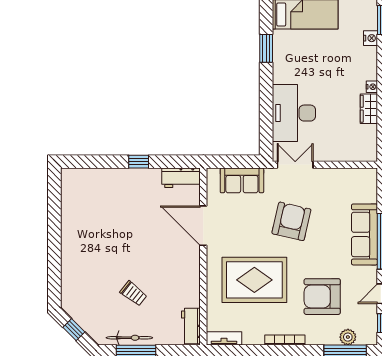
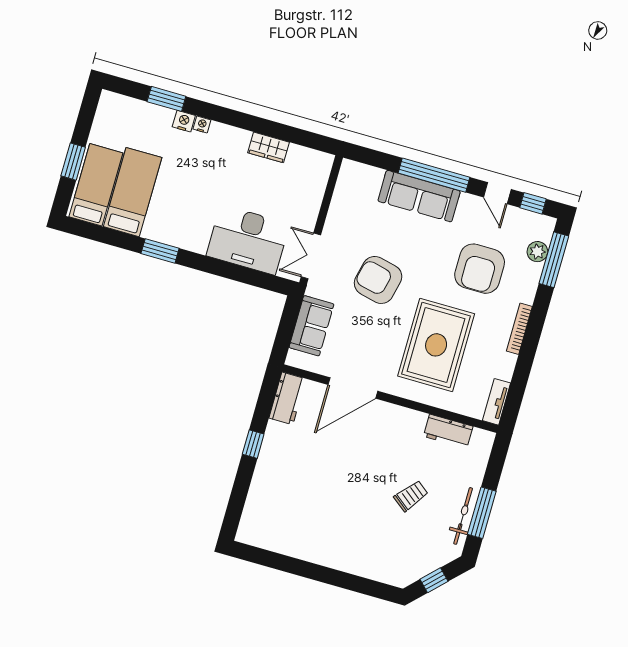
nightstand: (372, 87) -> (202, 125), moved
workbench: (191, 326) -> (448, 431), moved

